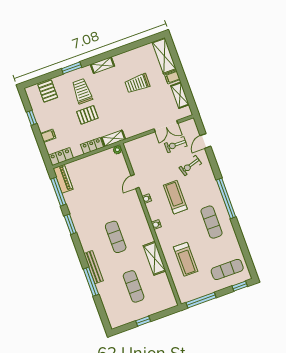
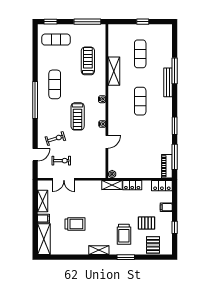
pallet: (87, 115) -> (147, 223), moved
double door: (166, 126) -> (64, 179), swing flipped

